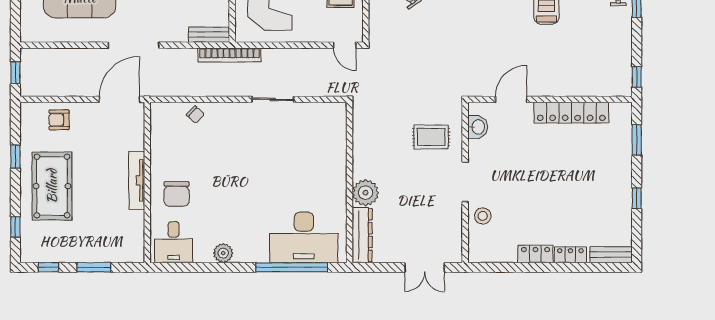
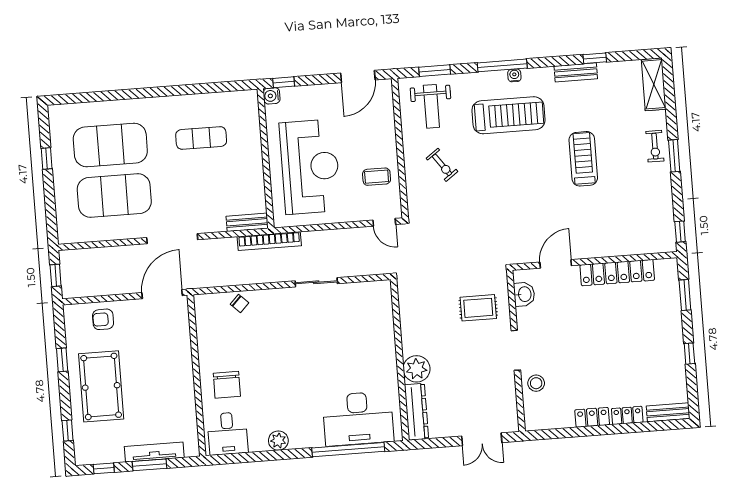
tv unit: (137, 180) -> (154, 452), moved, turned 90

